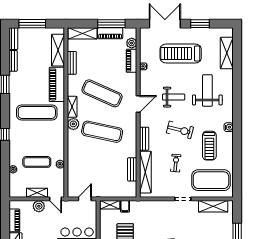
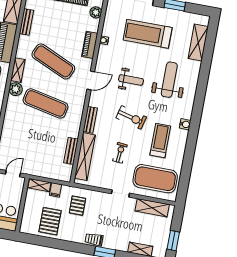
piano: (131, 61) -> (90, 45), moved
treadmill: (209, 146) -> (160, 141), turned 180
pallet: (147, 217) -> (77, 206), added

